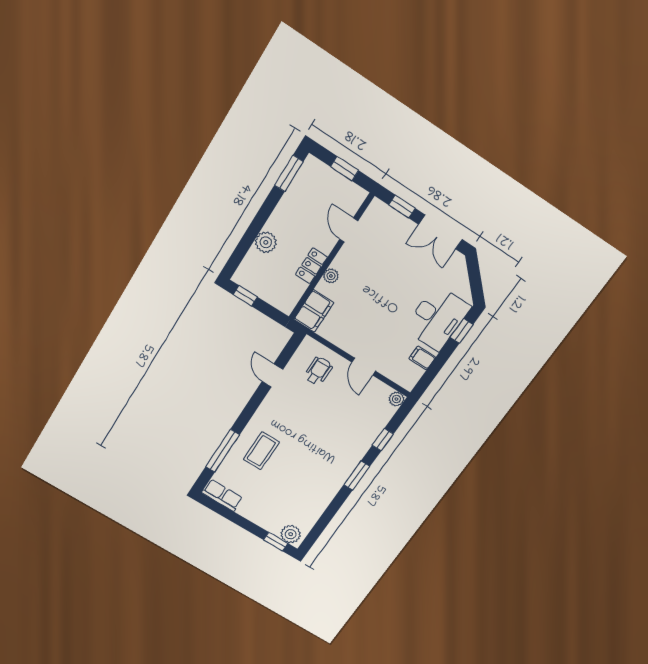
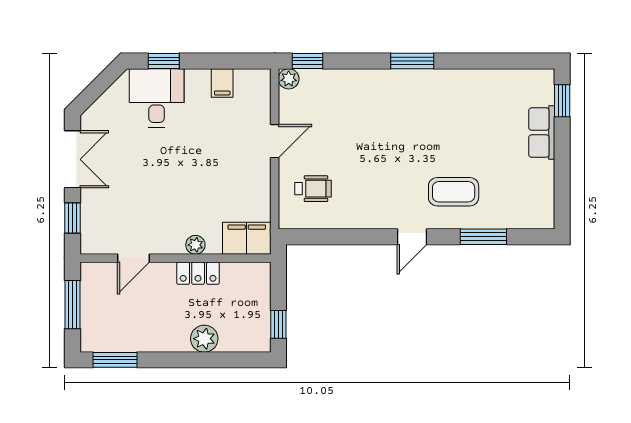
window: (345, 169) -> (73, 305), width x1.50
desk: (437, 318) -> (157, 98), width x0.73
wheelchair: (318, 371) -> (313, 189), turned 180
door: (272, 375) -> (412, 237), moved
window: (383, 440) -> (308, 61), moved
window: (222, 451) -> (483, 237), width x0.69
row of seats: (222, 495) -> (542, 133), moved
plant: (291, 534) -> (540, 89), removed

